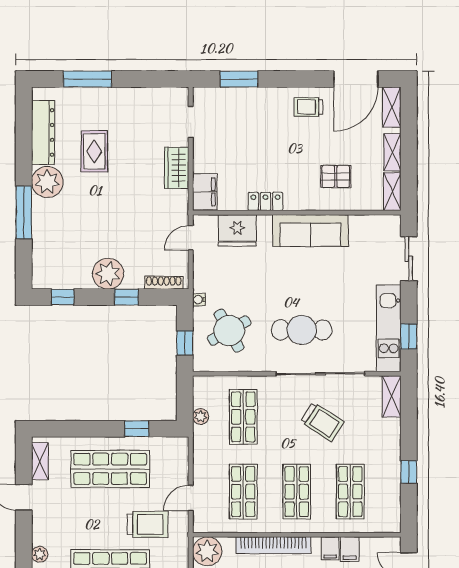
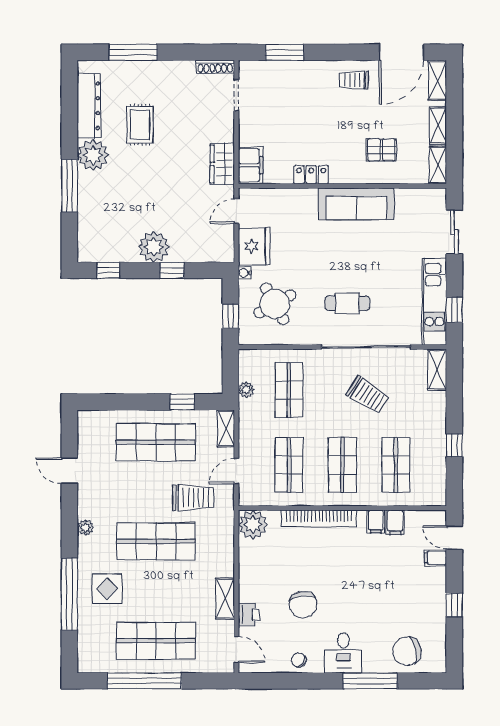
wardrobe: (177, 168) -> (222, 164), moved
fridge: (237, 230) -> (254, 246), moved, turned -90
shoe rack: (164, 283) -> (215, 67), moved, turned 180
cafe table: (302, 330) -> (347, 303), width x0.73, depth x0.74
shelving: (40, 461) -> (226, 428), moved

